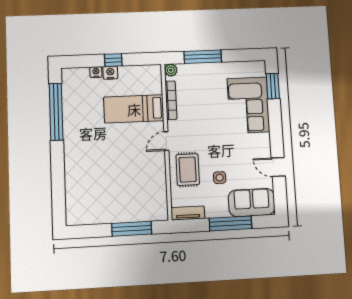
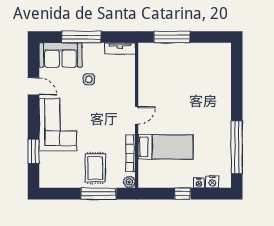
nightstand: (110, 73) -> (212, 182), moved
window: (273, 86) -> (34, 151), moved
corner sofa: (248, 105) -> (58, 125), moved
rug: (188, 170) -> (95, 168), moved

